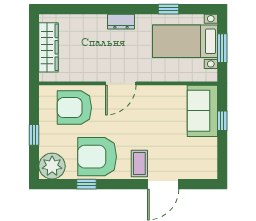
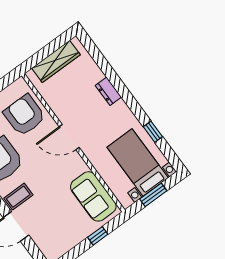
dresser: (121, 22) -> (108, 91), moved
sofa: (202, 111) -> (93, 196), moved, turned -90

